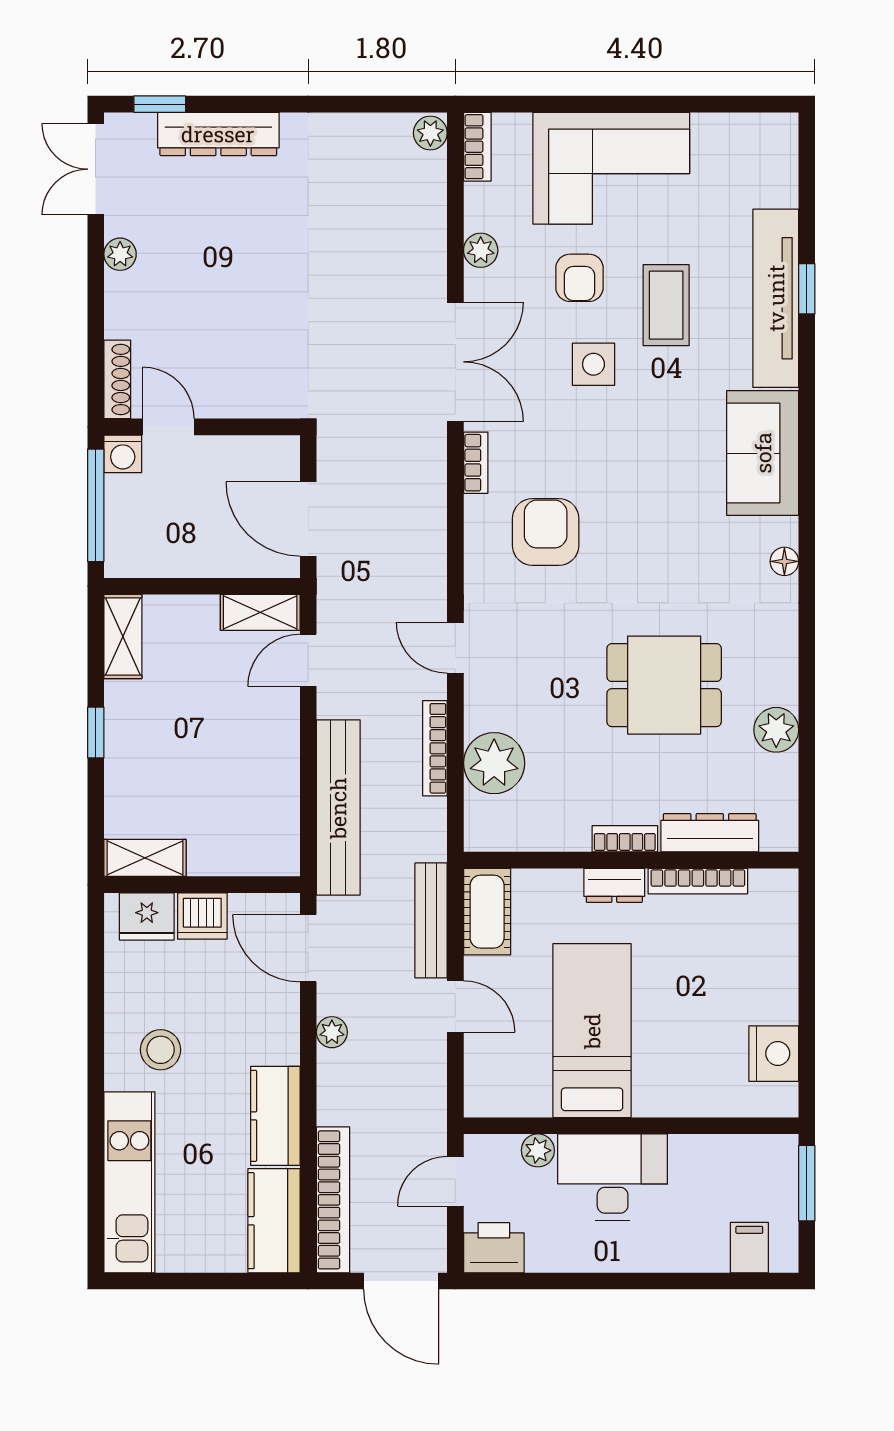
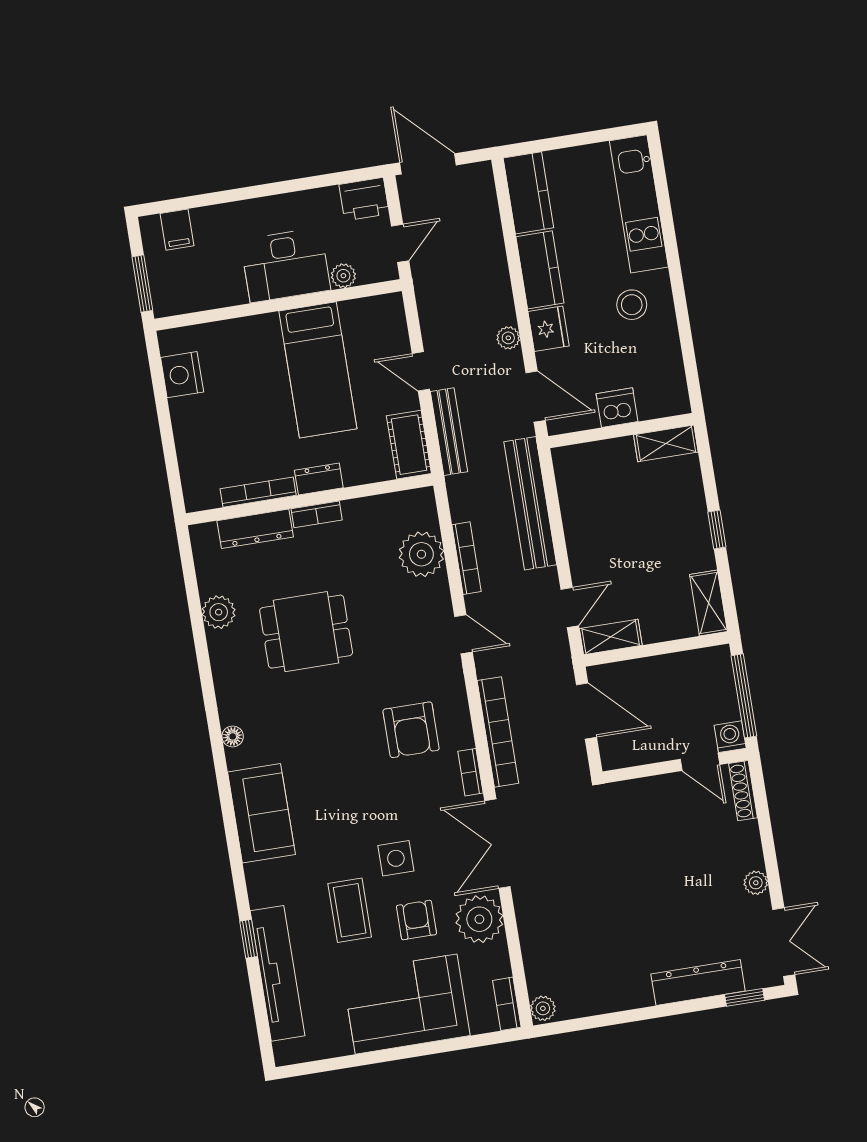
plant: (481, 250) -> (479, 919), width x1.88, depth x1.88
tv unit: (776, 298) -> (277, 973), moved
fridge: (147, 916) -> (549, 329), moved, turned 90
bookcase: (333, 1200) -> (498, 732), moved, turned 180

